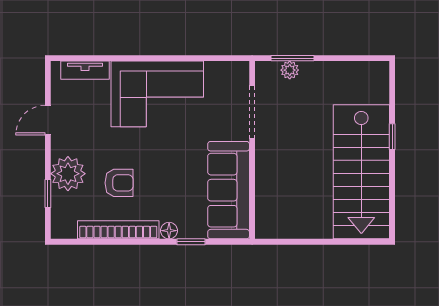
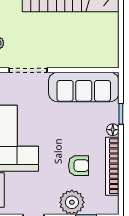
armchair: (119, 183) -> (79, 166), turned 90

